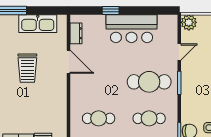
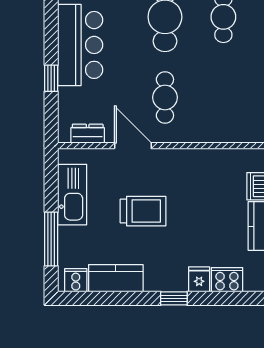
door: (68, 62) -> (133, 146), hinge flipped
cafe table: (99, 118) -> (165, 97), moved

